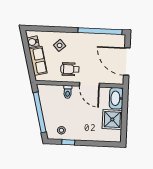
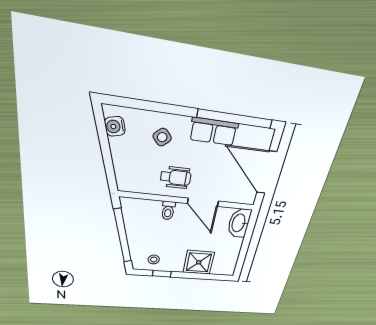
row of seats: (38, 61) -> (214, 131), moved, turned 104
wheelchair: (70, 69) -> (176, 177), turned 180
shower: (112, 119) -> (199, 262), moved

